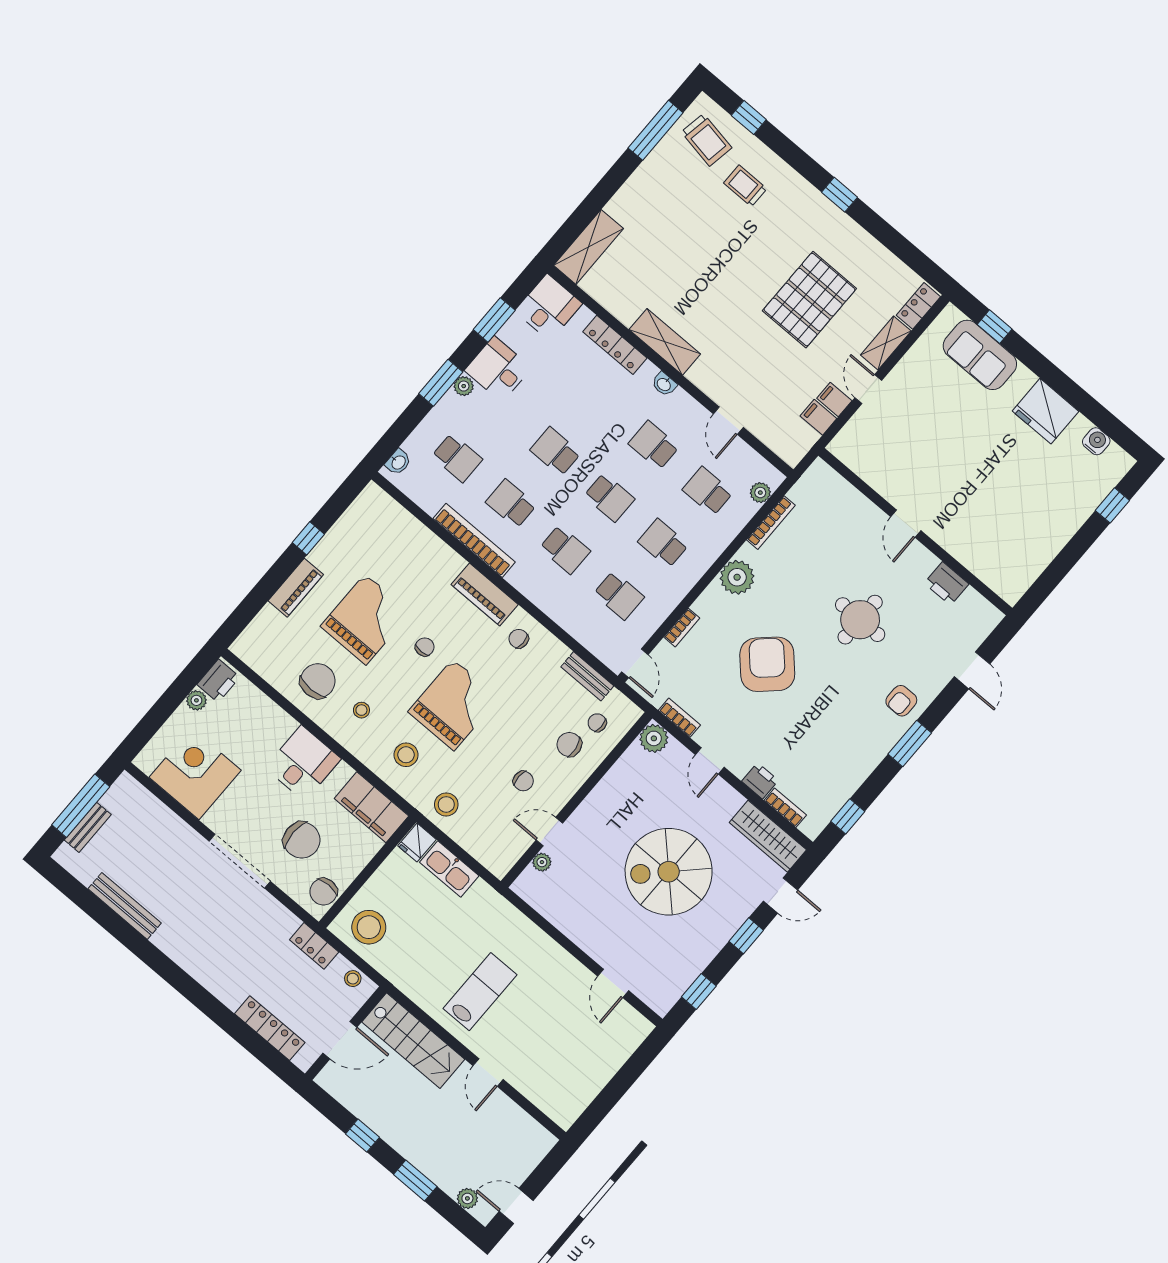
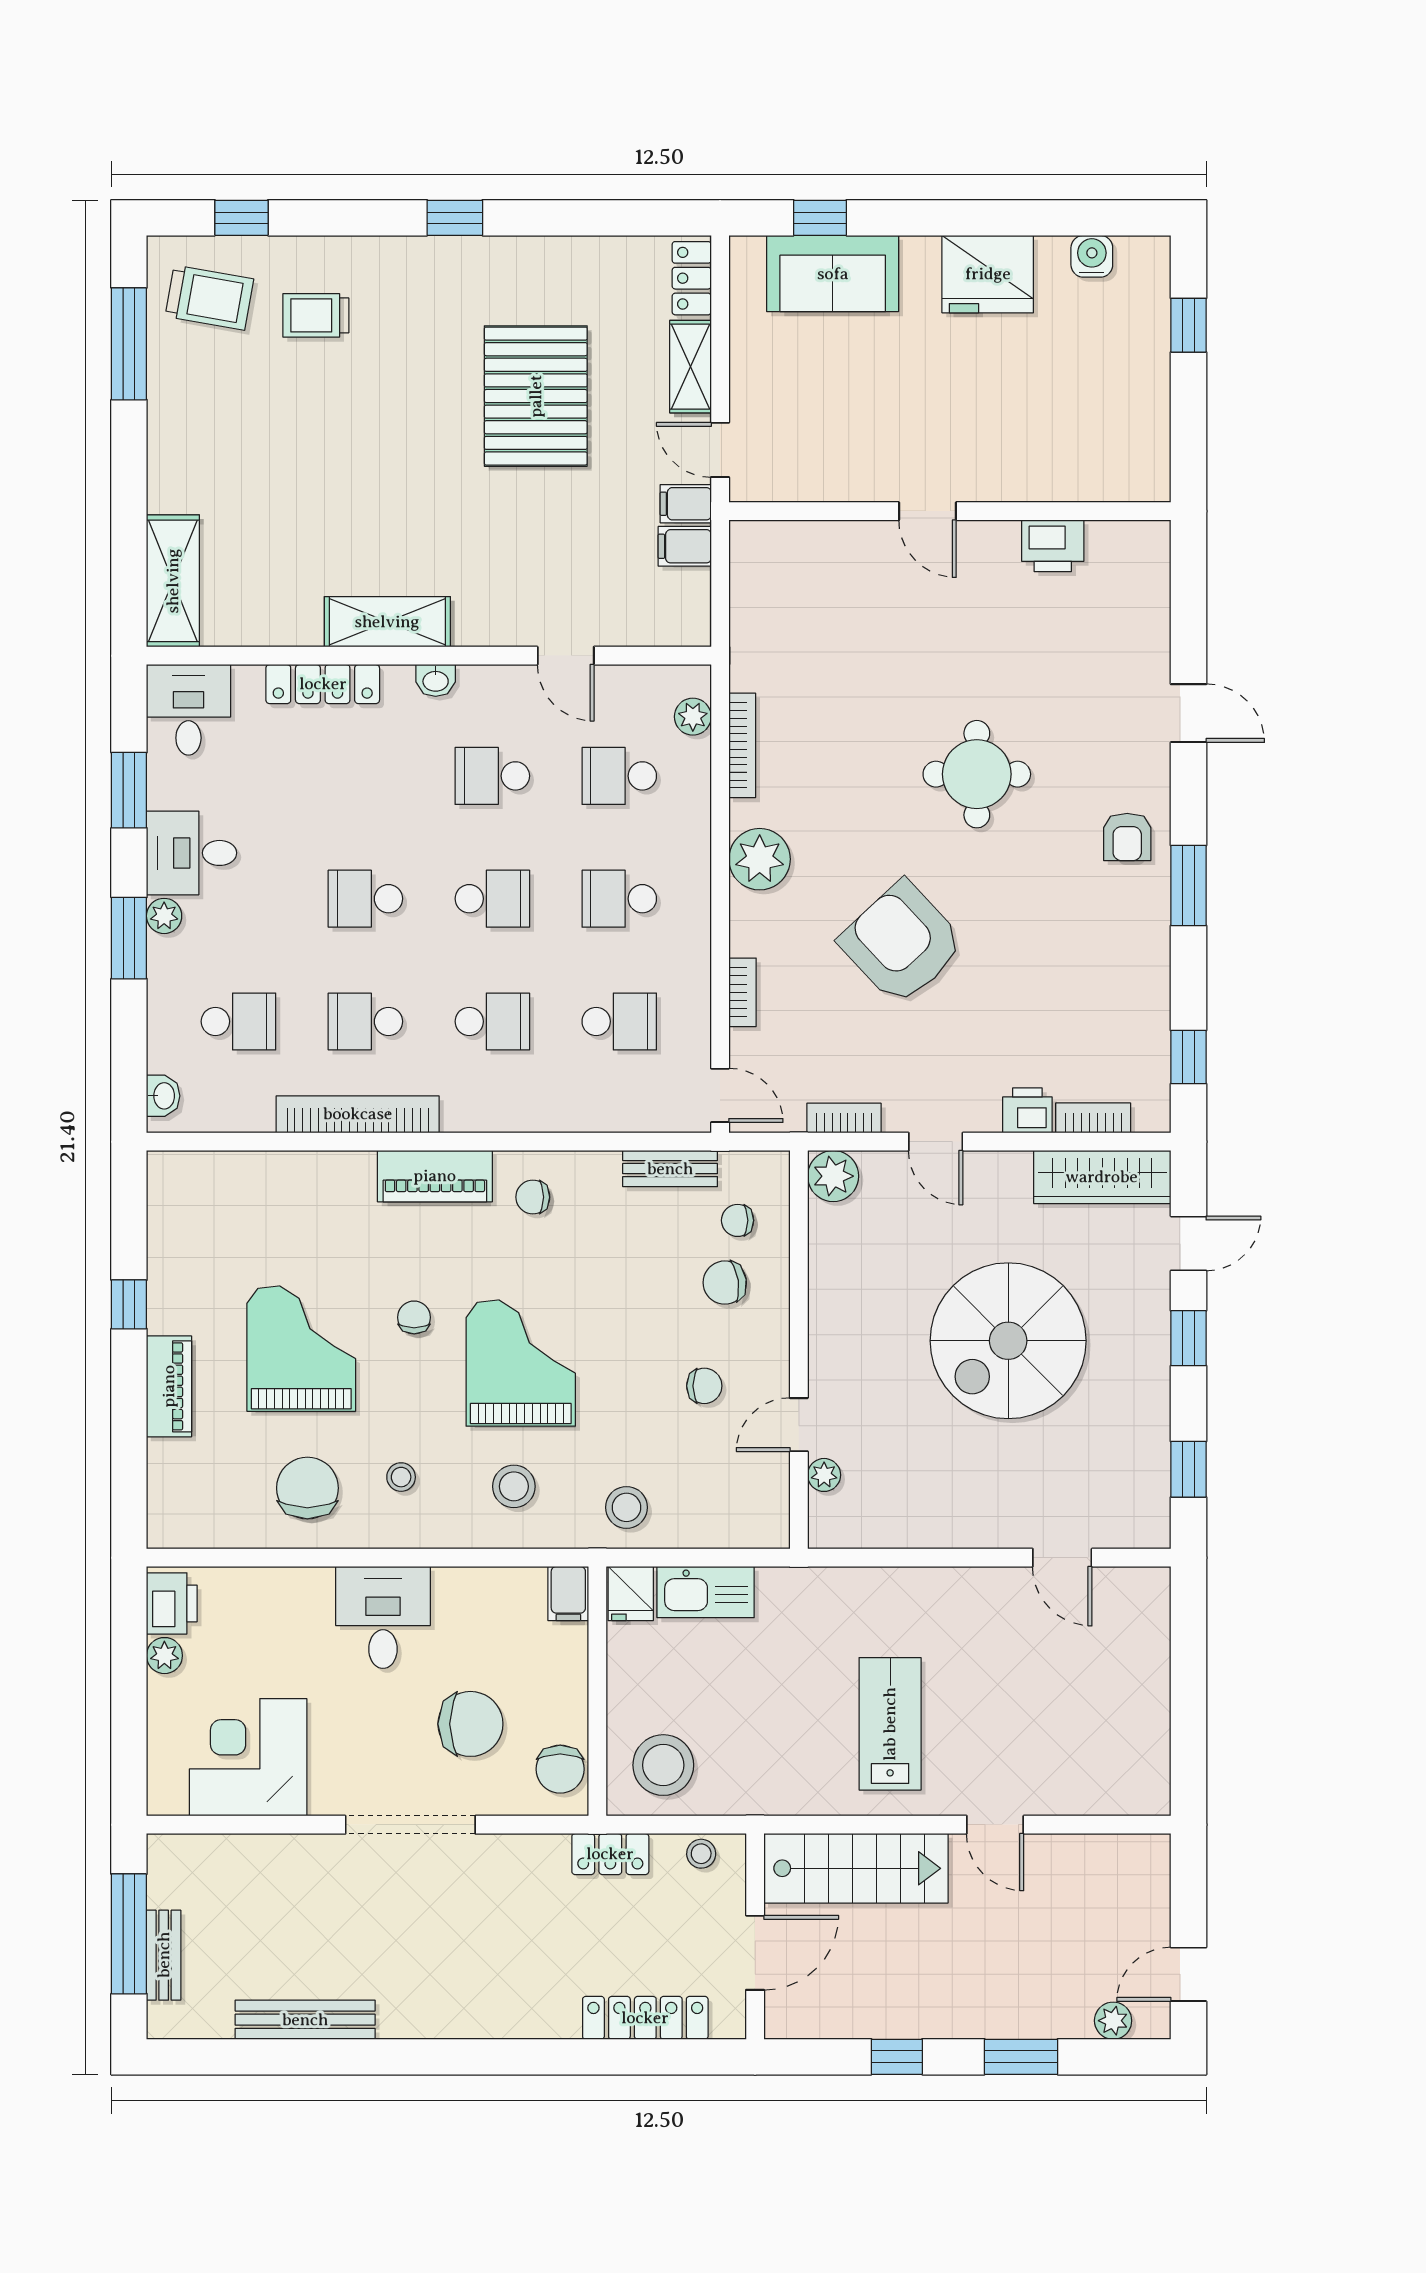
door: (906, 524) -> (928, 511), moved
wall: (915, 532) -> (950, 511), moved
printer: (946, 584) -> (1053, 546), moved
filing cabinet: (371, 807) -> (568, 1594), width x0.33, depth x0.86

